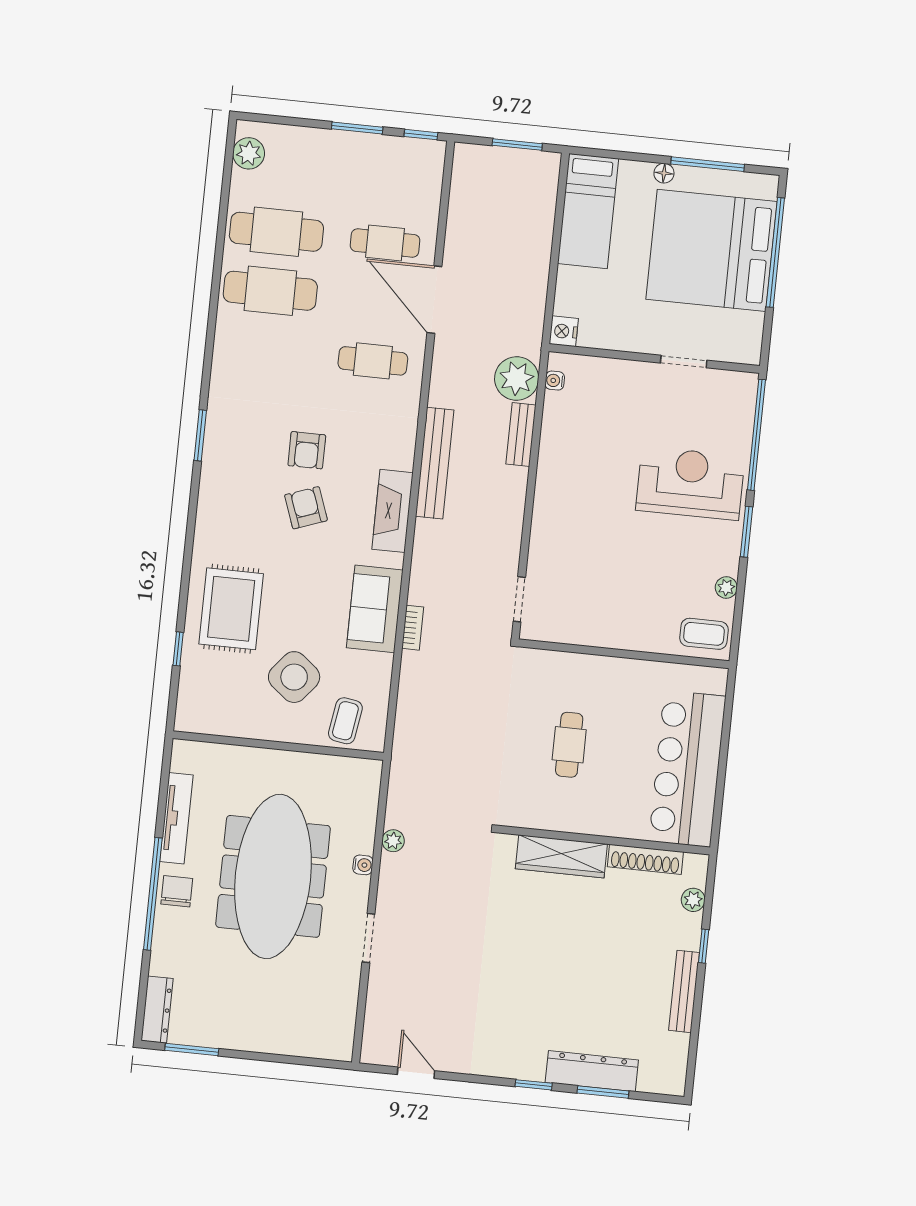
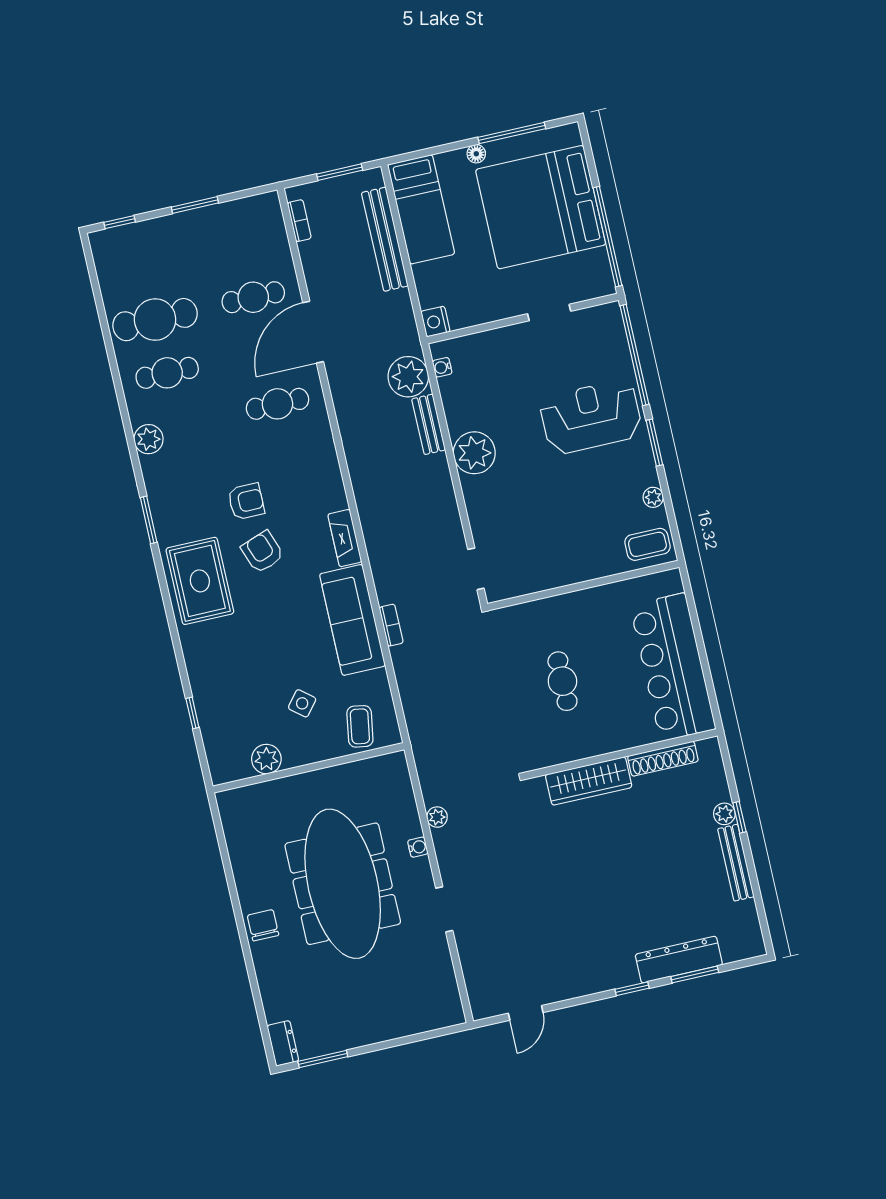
window: (421, 135) -> (120, 222), moved
plant: (249, 153) -> (148, 439), moved
bookcase: (459, 180) -> (299, 221), added
window: (775, 252) -> (608, 237), moved
cafe table: (270, 291) -> (167, 373), width x0.73, depth x0.74
door: (434, 300) -> (313, 332), hinge flipped
armchair: (307, 450) -> (246, 501), turned -90
bench: (435, 463) -> (385, 239), moved
plant: (558, 480) -> (474, 453), added
fireplace: (392, 511) -> (345, 538), width x0.73, depth x0.76
rug: (231, 609) -> (200, 581), moved
sofa: (375, 609) -> (352, 620), width x1.36
side table: (294, 677) -> (302, 703), width x0.54, depth x0.54
plant: (238, 722) -> (266, 759), added
tv unit: (176, 818) -> (241, 862), removed
window: (153, 894) -> (243, 935), removed
plant: (693, 900) -> (724, 814), moved
dresser: (157, 1010) -> (283, 1043), width x0.70
door: (416, 1073) -> (526, 1013), swing flipped

